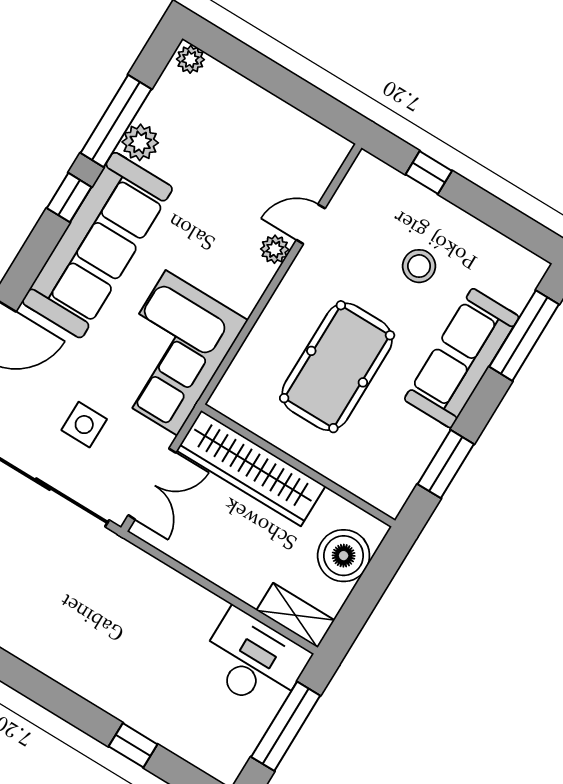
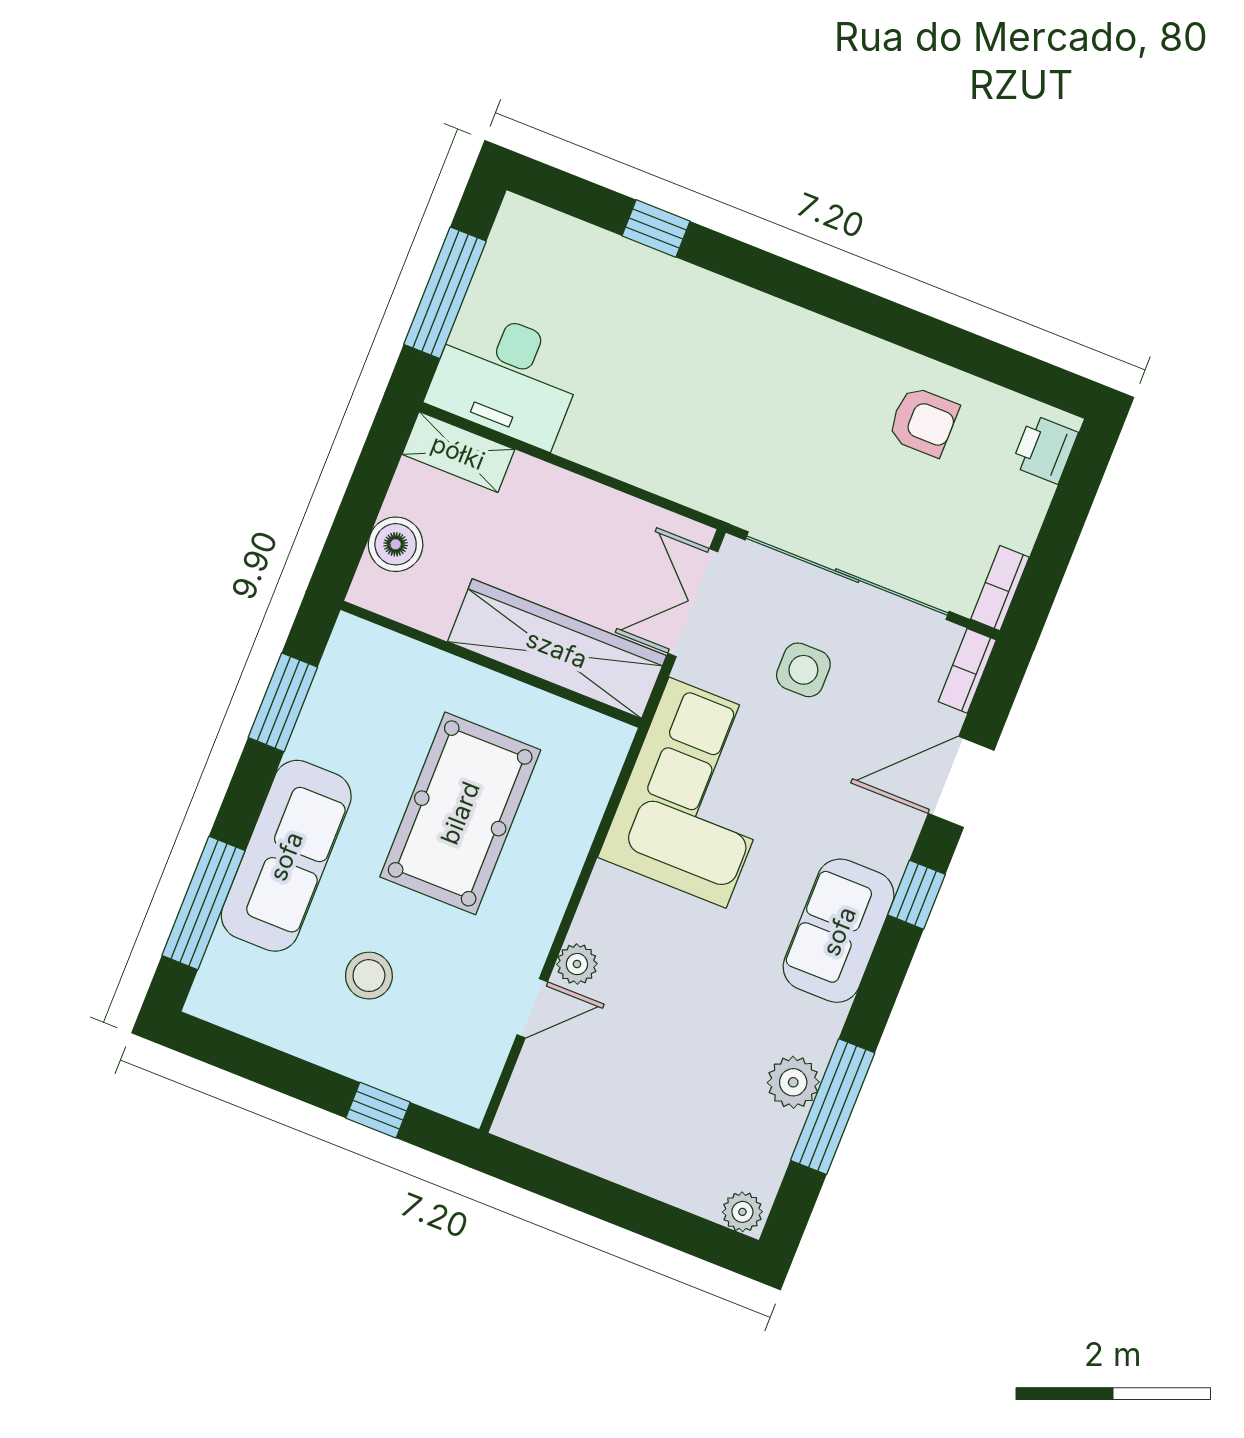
window: (69, 198) -> (917, 895), moved
sofa: (97, 245) -> (839, 931), width x0.54, depth x0.79
boiler: (344, 556) -> (396, 544), width x0.73, depth x0.73

